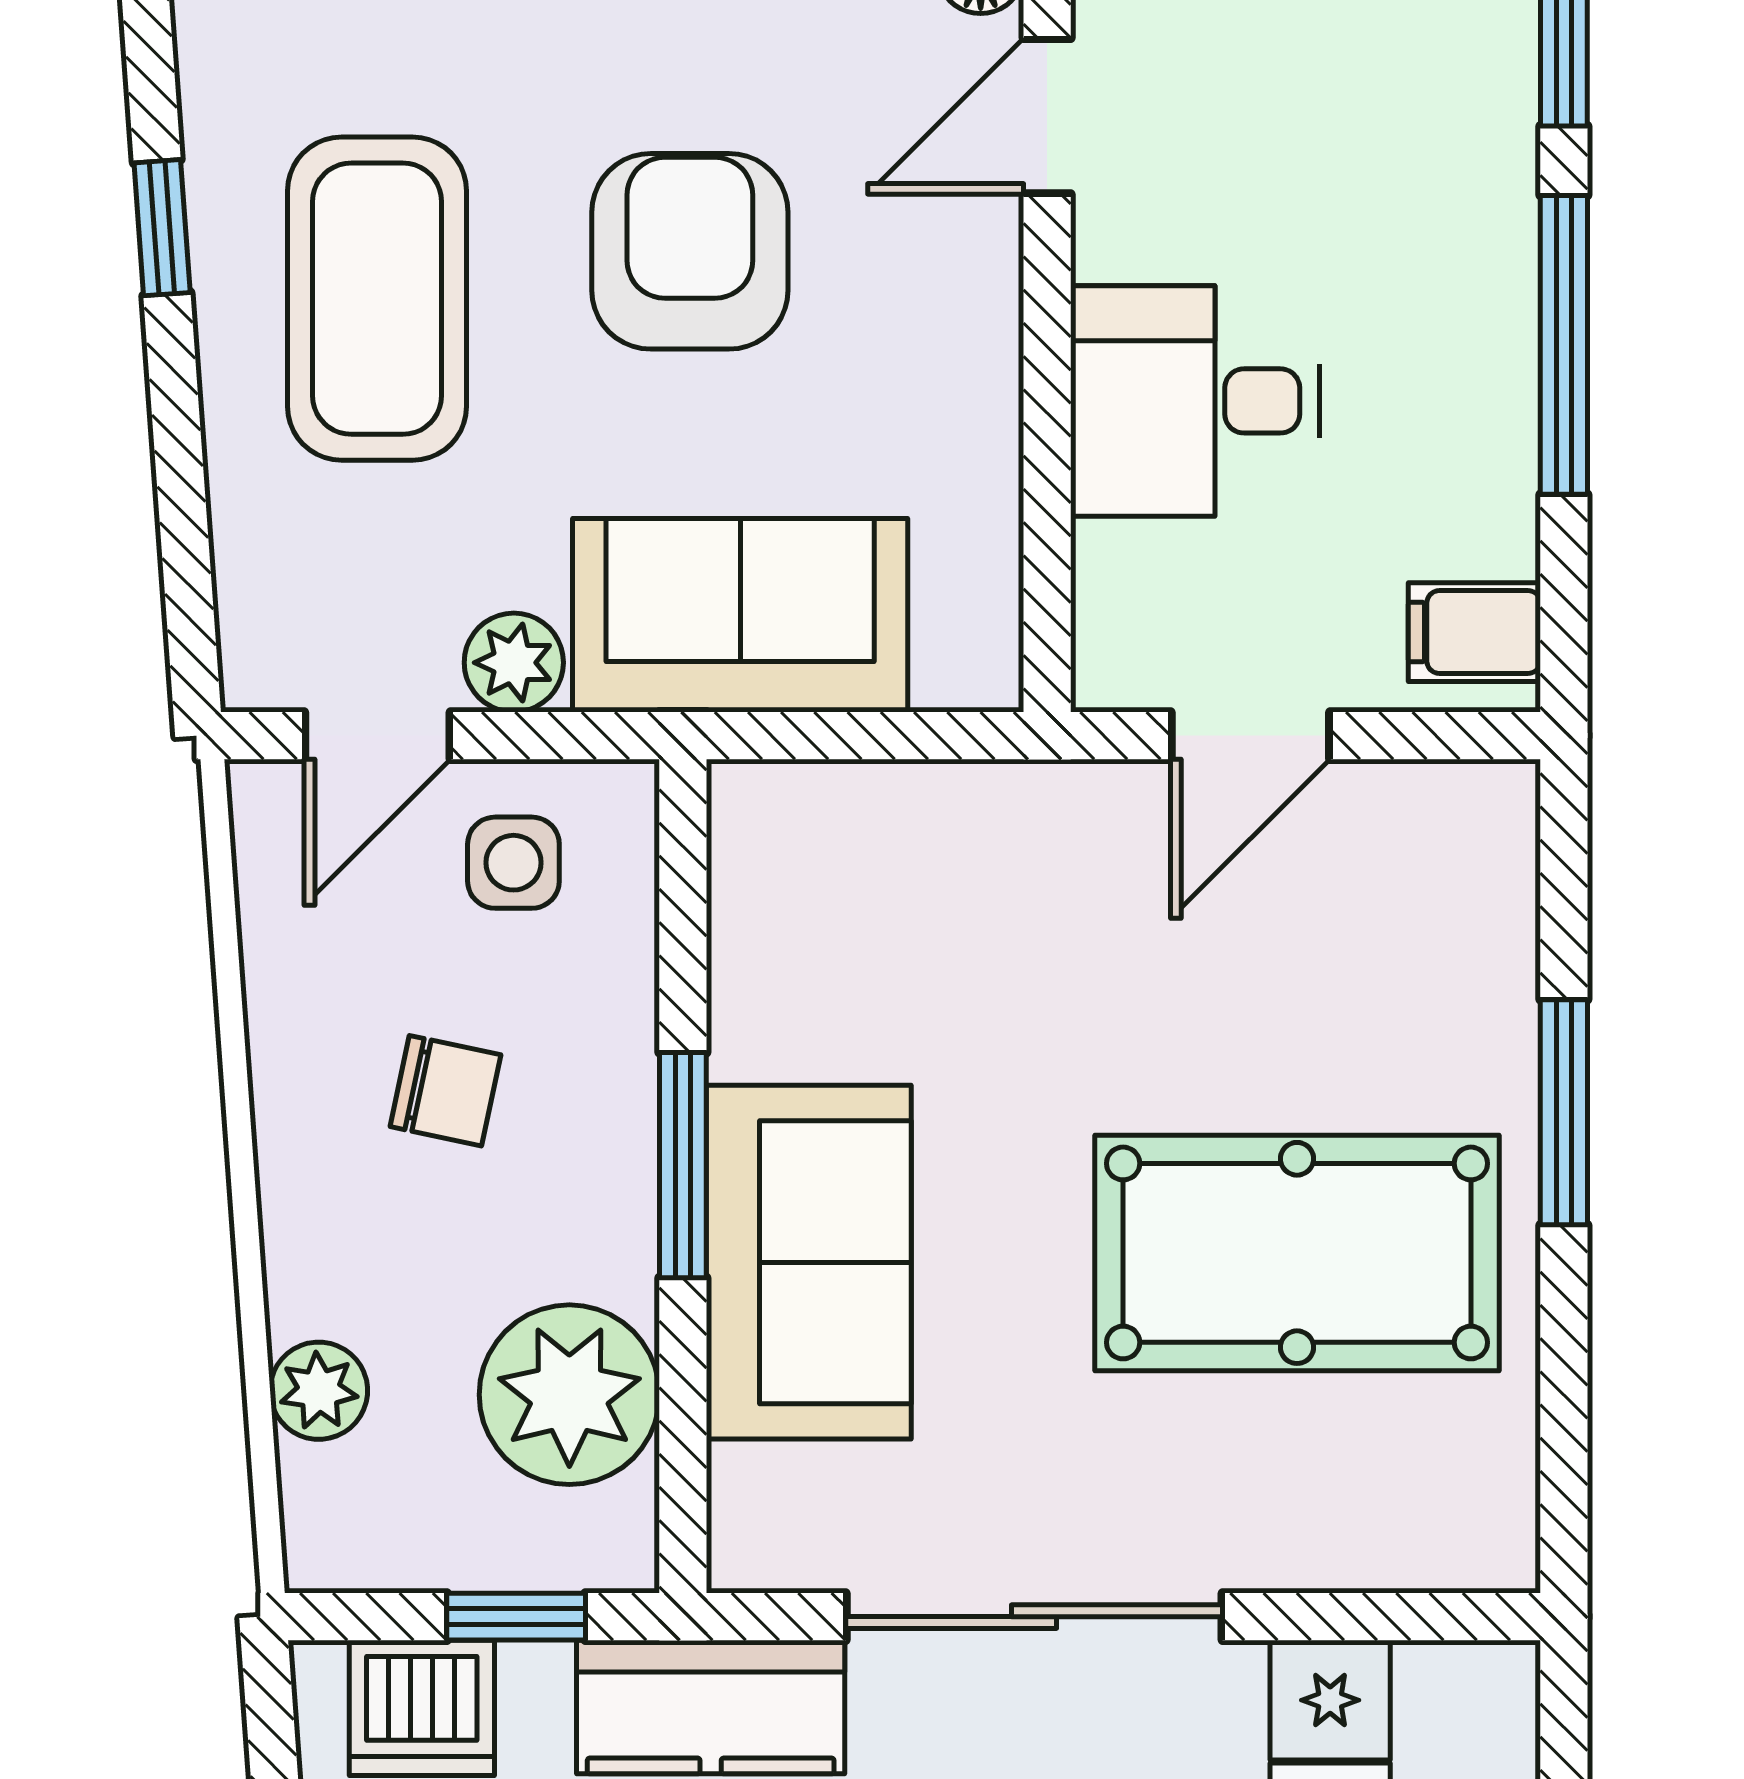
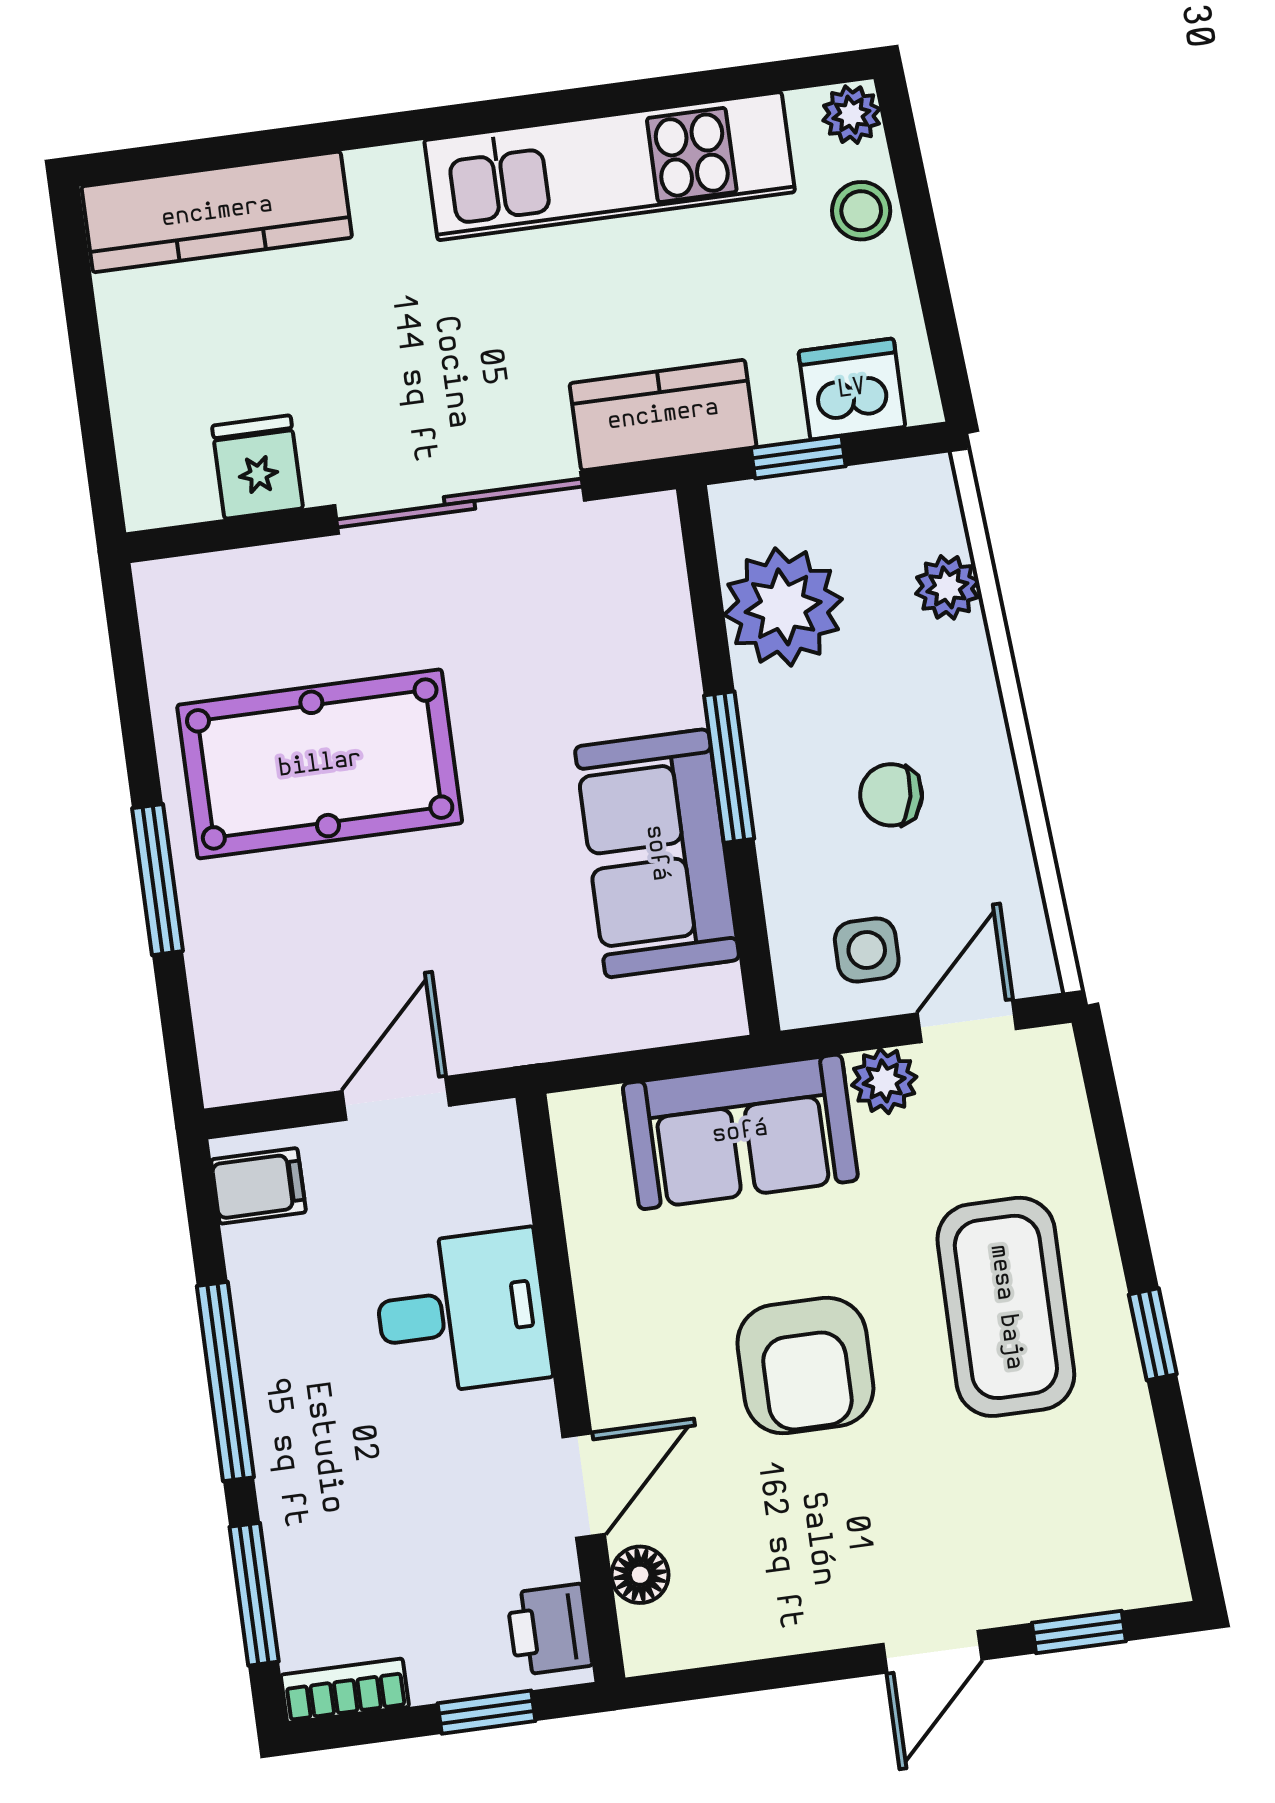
sofa: (809, 1262) -> (657, 853), moved

